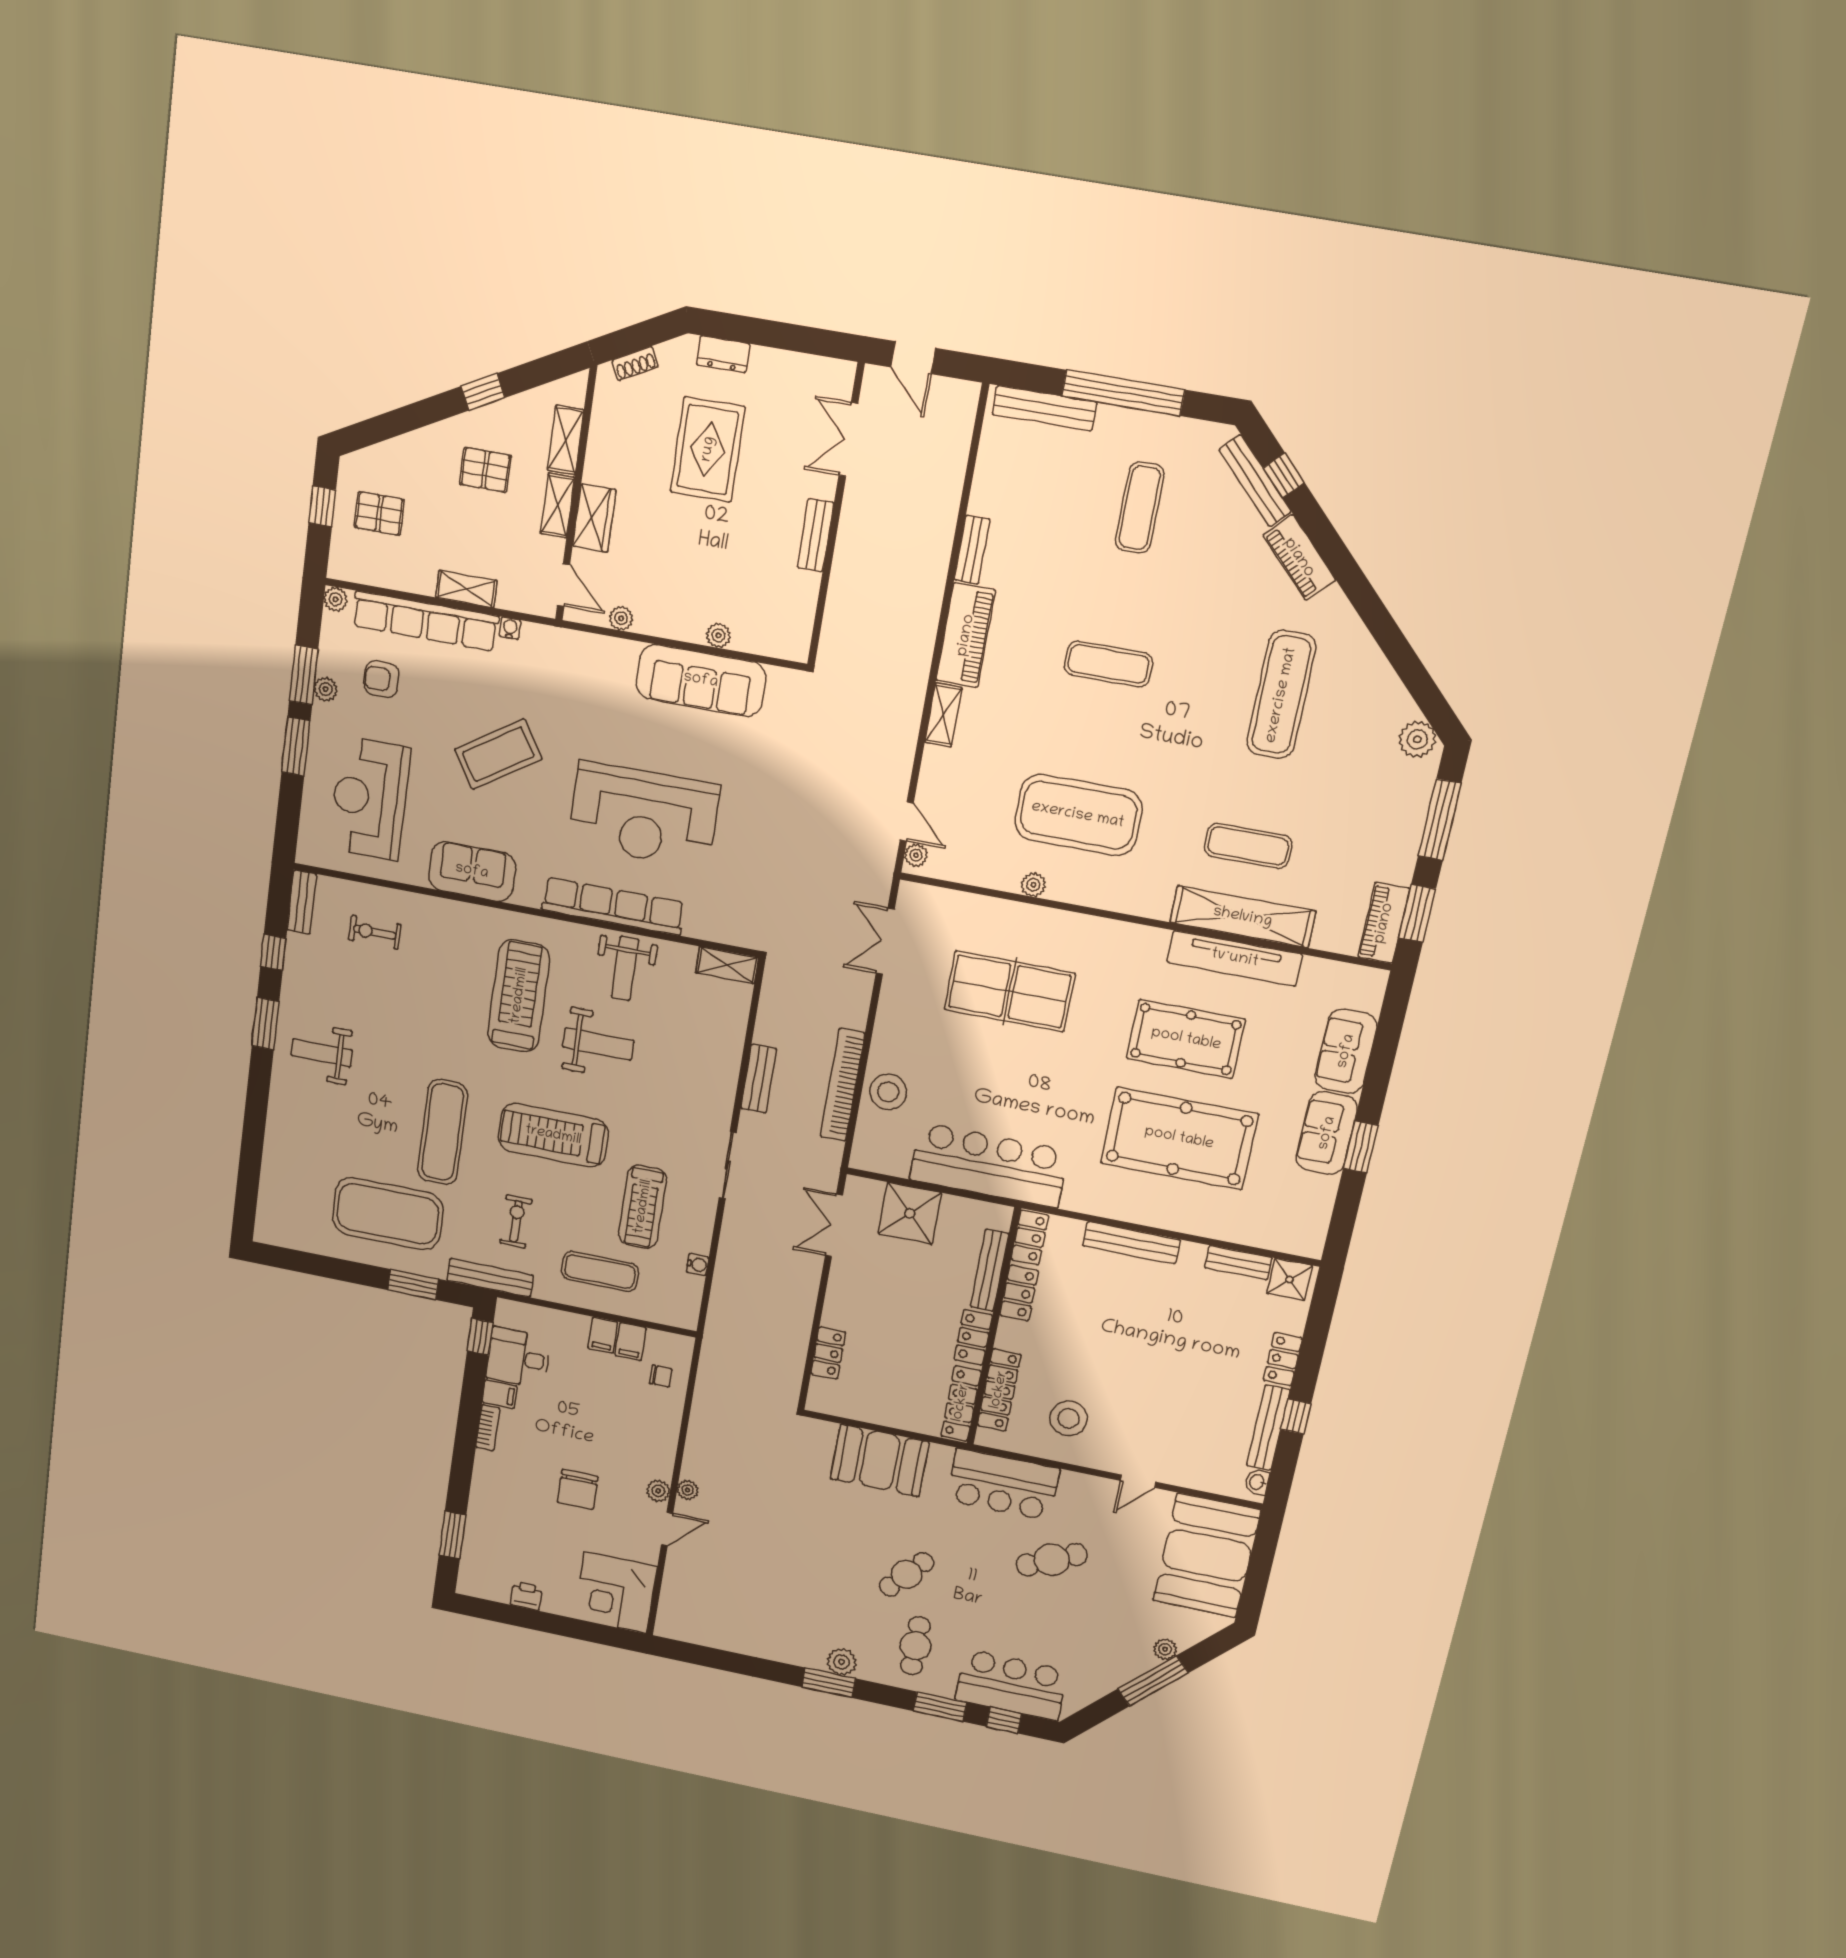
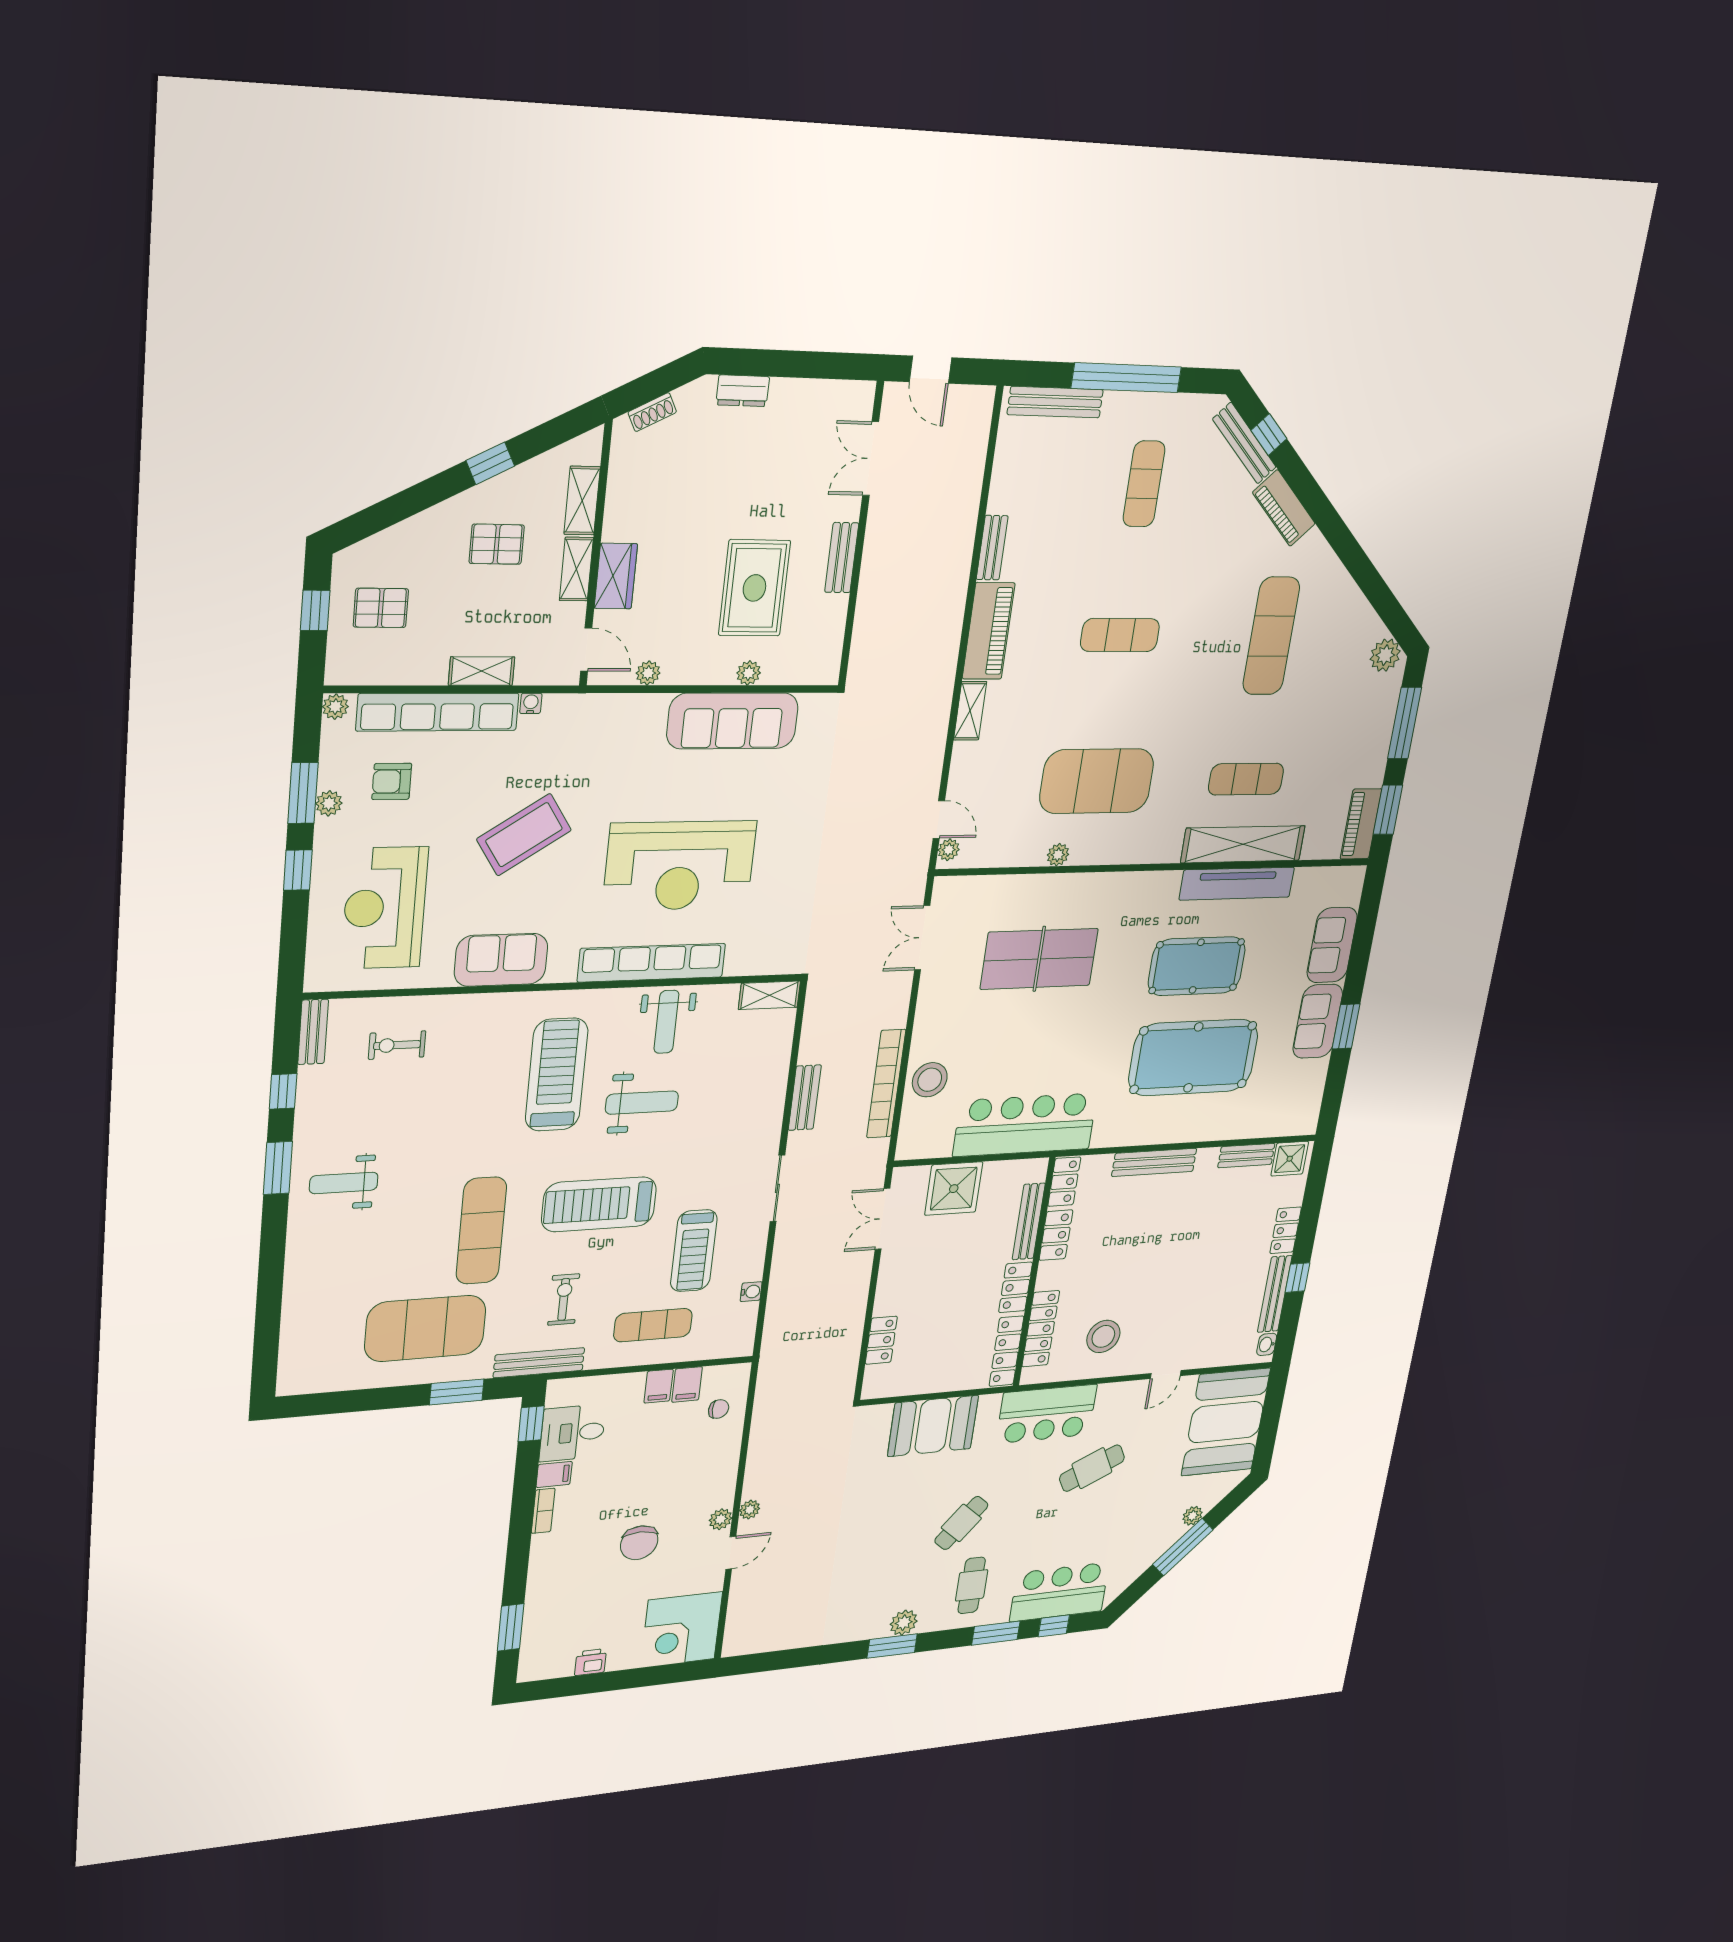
rug: (708, 449) -> (754, 588), moved
window: (296, 746) -> (298, 870), width x0.67

